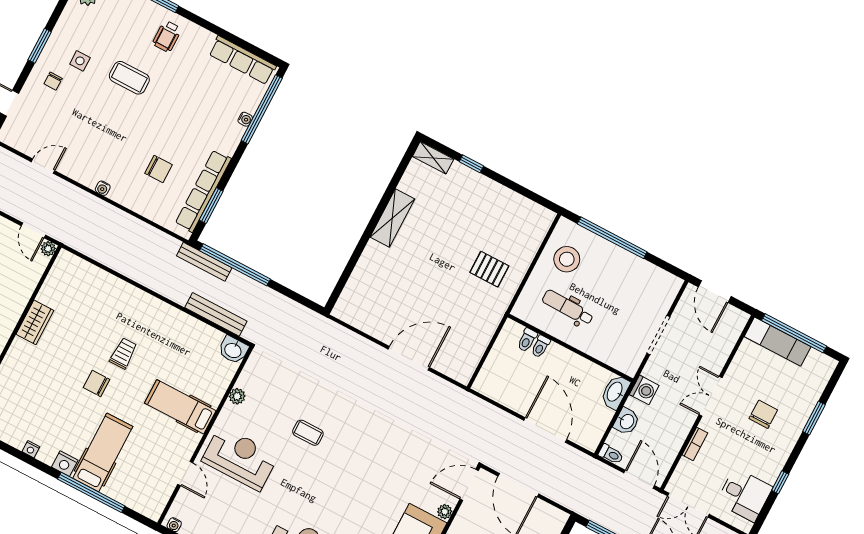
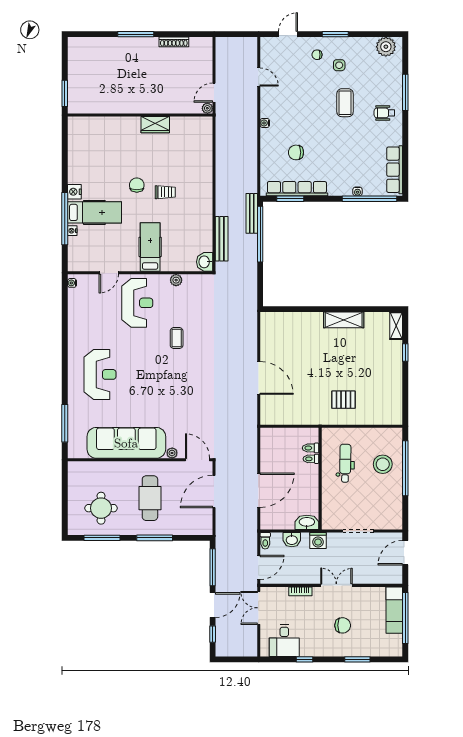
chair: (159, 169) -> (296, 152), turned 90
stool: (567, 259) -> (383, 464), moved
pallet: (489, 269) -> (343, 400), turned 90
nightstand: (31, 449) -> (72, 231), moved

